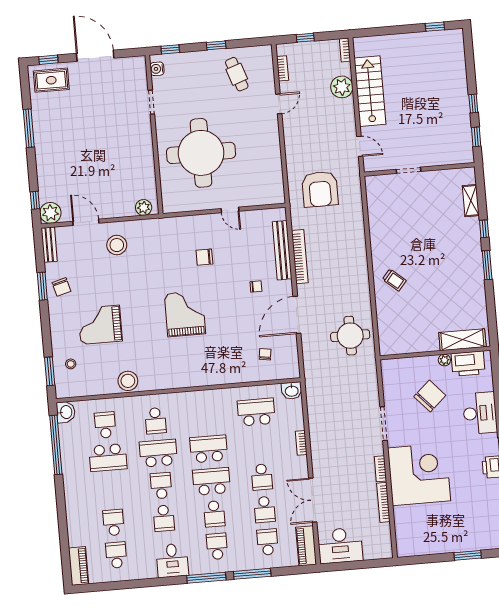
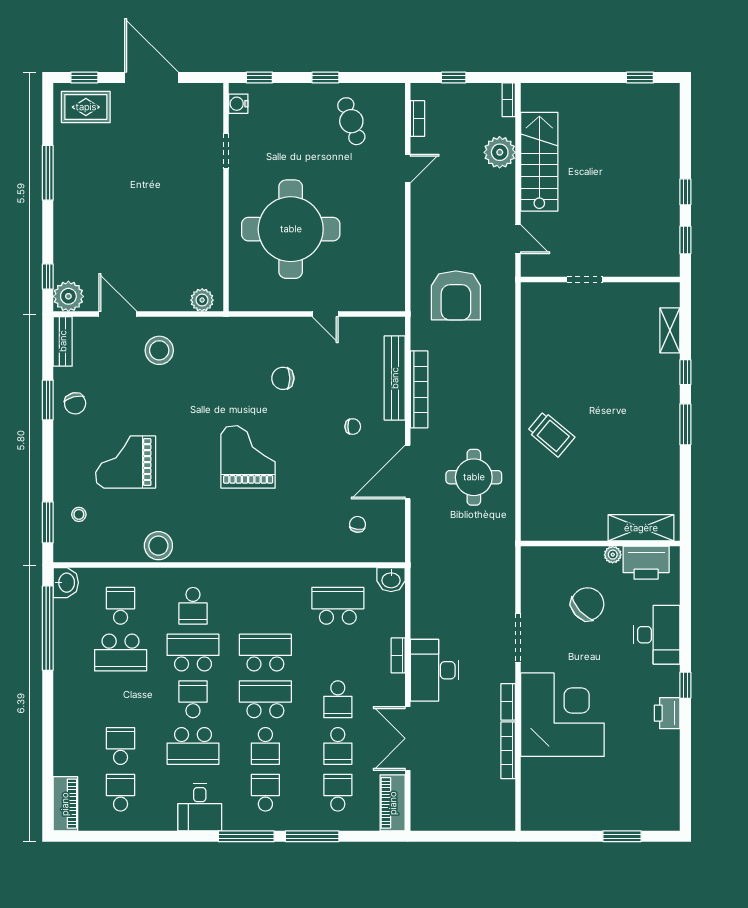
trolley: (394, 280) -> (551, 434), width x1.36, depth x1.39
round table: (350, 336) -> (474, 477), moved
school desk: (164, 518) -> (193, 746), width x1.85
desk: (340, 545) -> (435, 670), moved, turned 90

